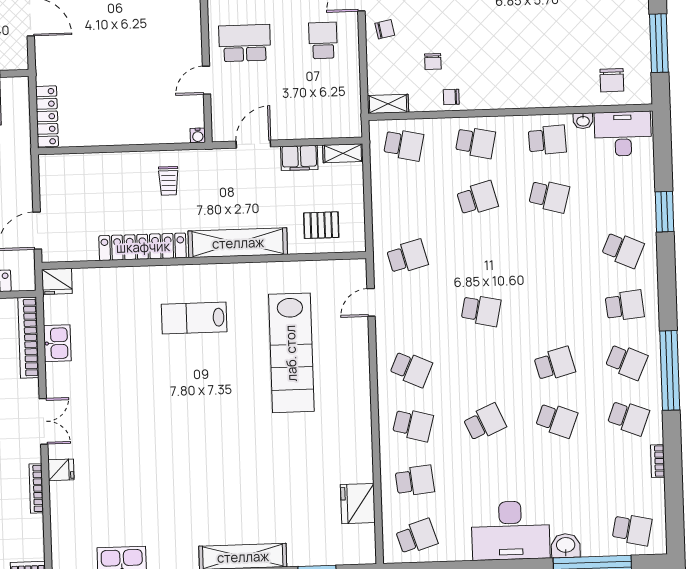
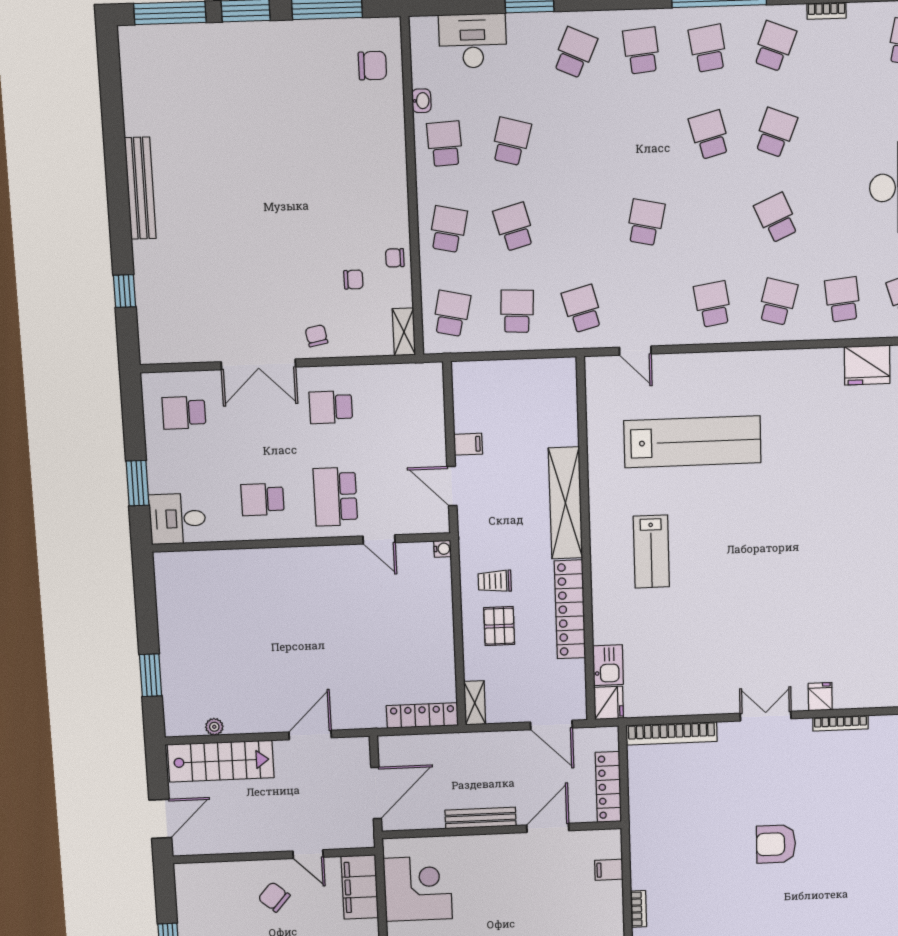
chair: (451, 97) -> (395, 258), turned 90
desk: (623, 134) -> (473, 41), moved, turned 90
shelving: (343, 153) -> (475, 703), moved
filing cabinet: (299, 158) -> (468, 444), width x0.50
trolley: (168, 181) -> (495, 581), turned 180
school desk: (405, 201) -> (517, 311), added
pallet: (321, 225) -> (499, 626), moved
kitchen sink: (57, 343) -> (608, 665), moved, turned 90
school desk: (626, 362) -> (708, 48), turned -33
school desk: (411, 369) -> (713, 304), turned -33

